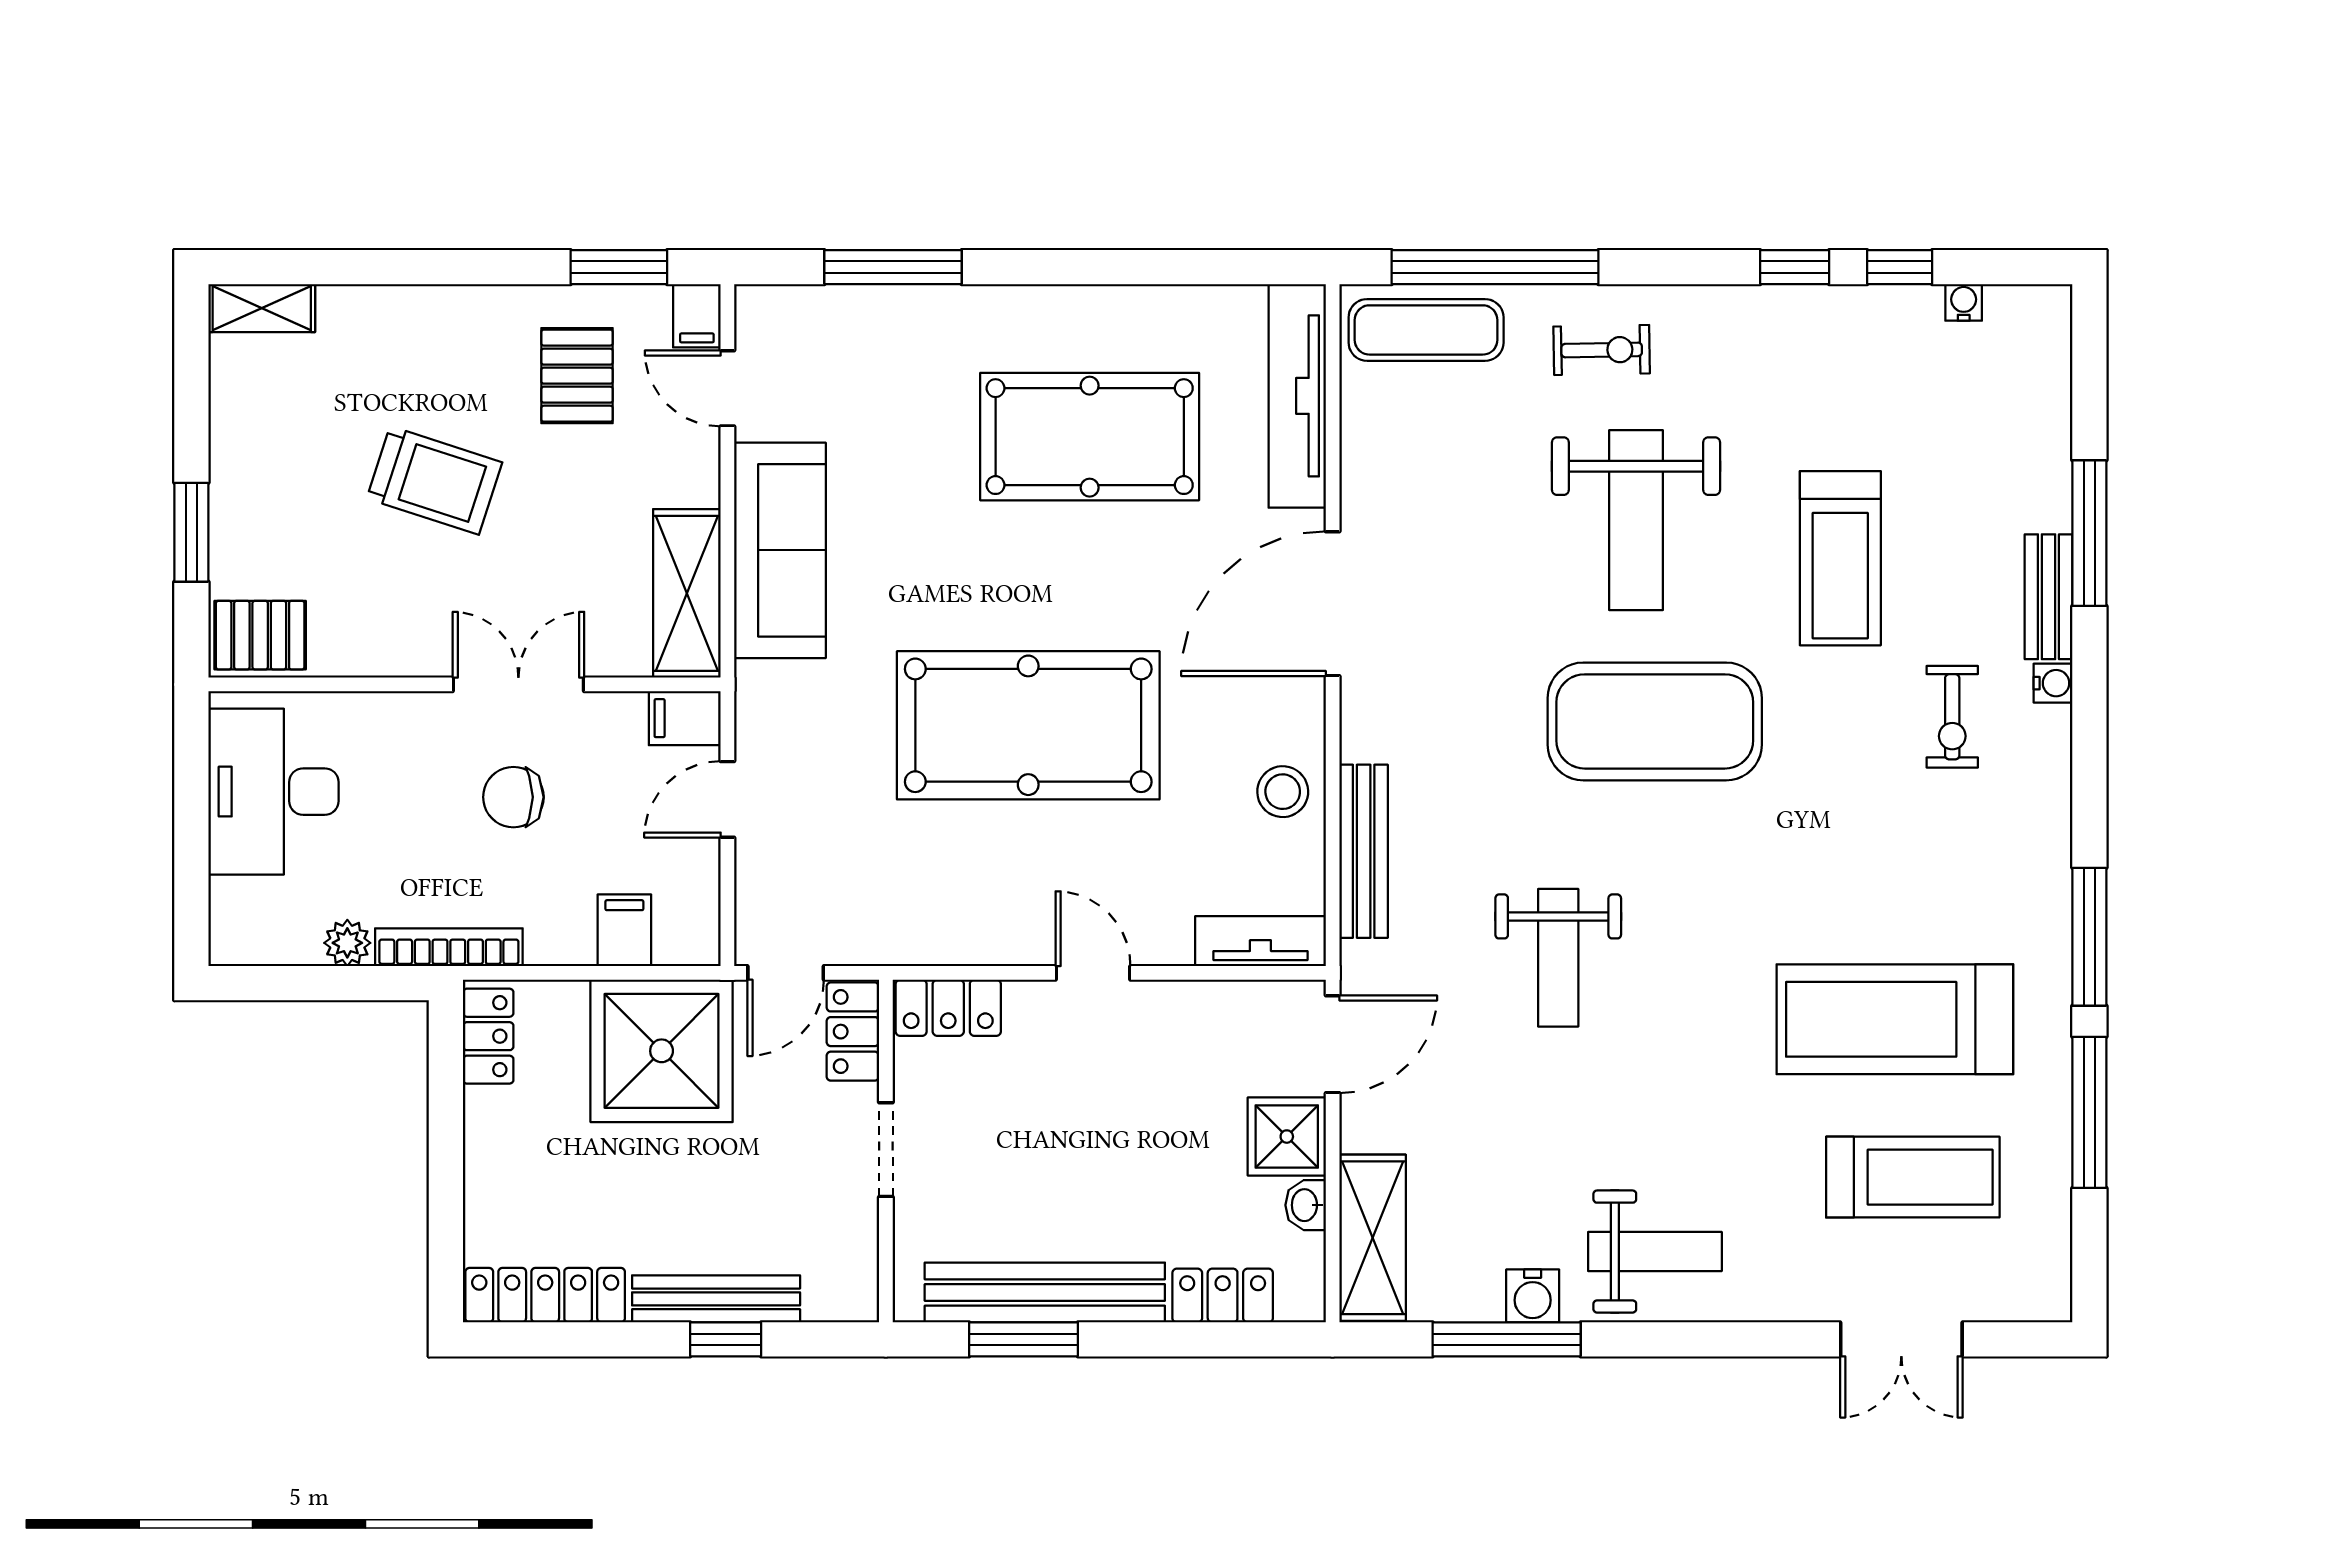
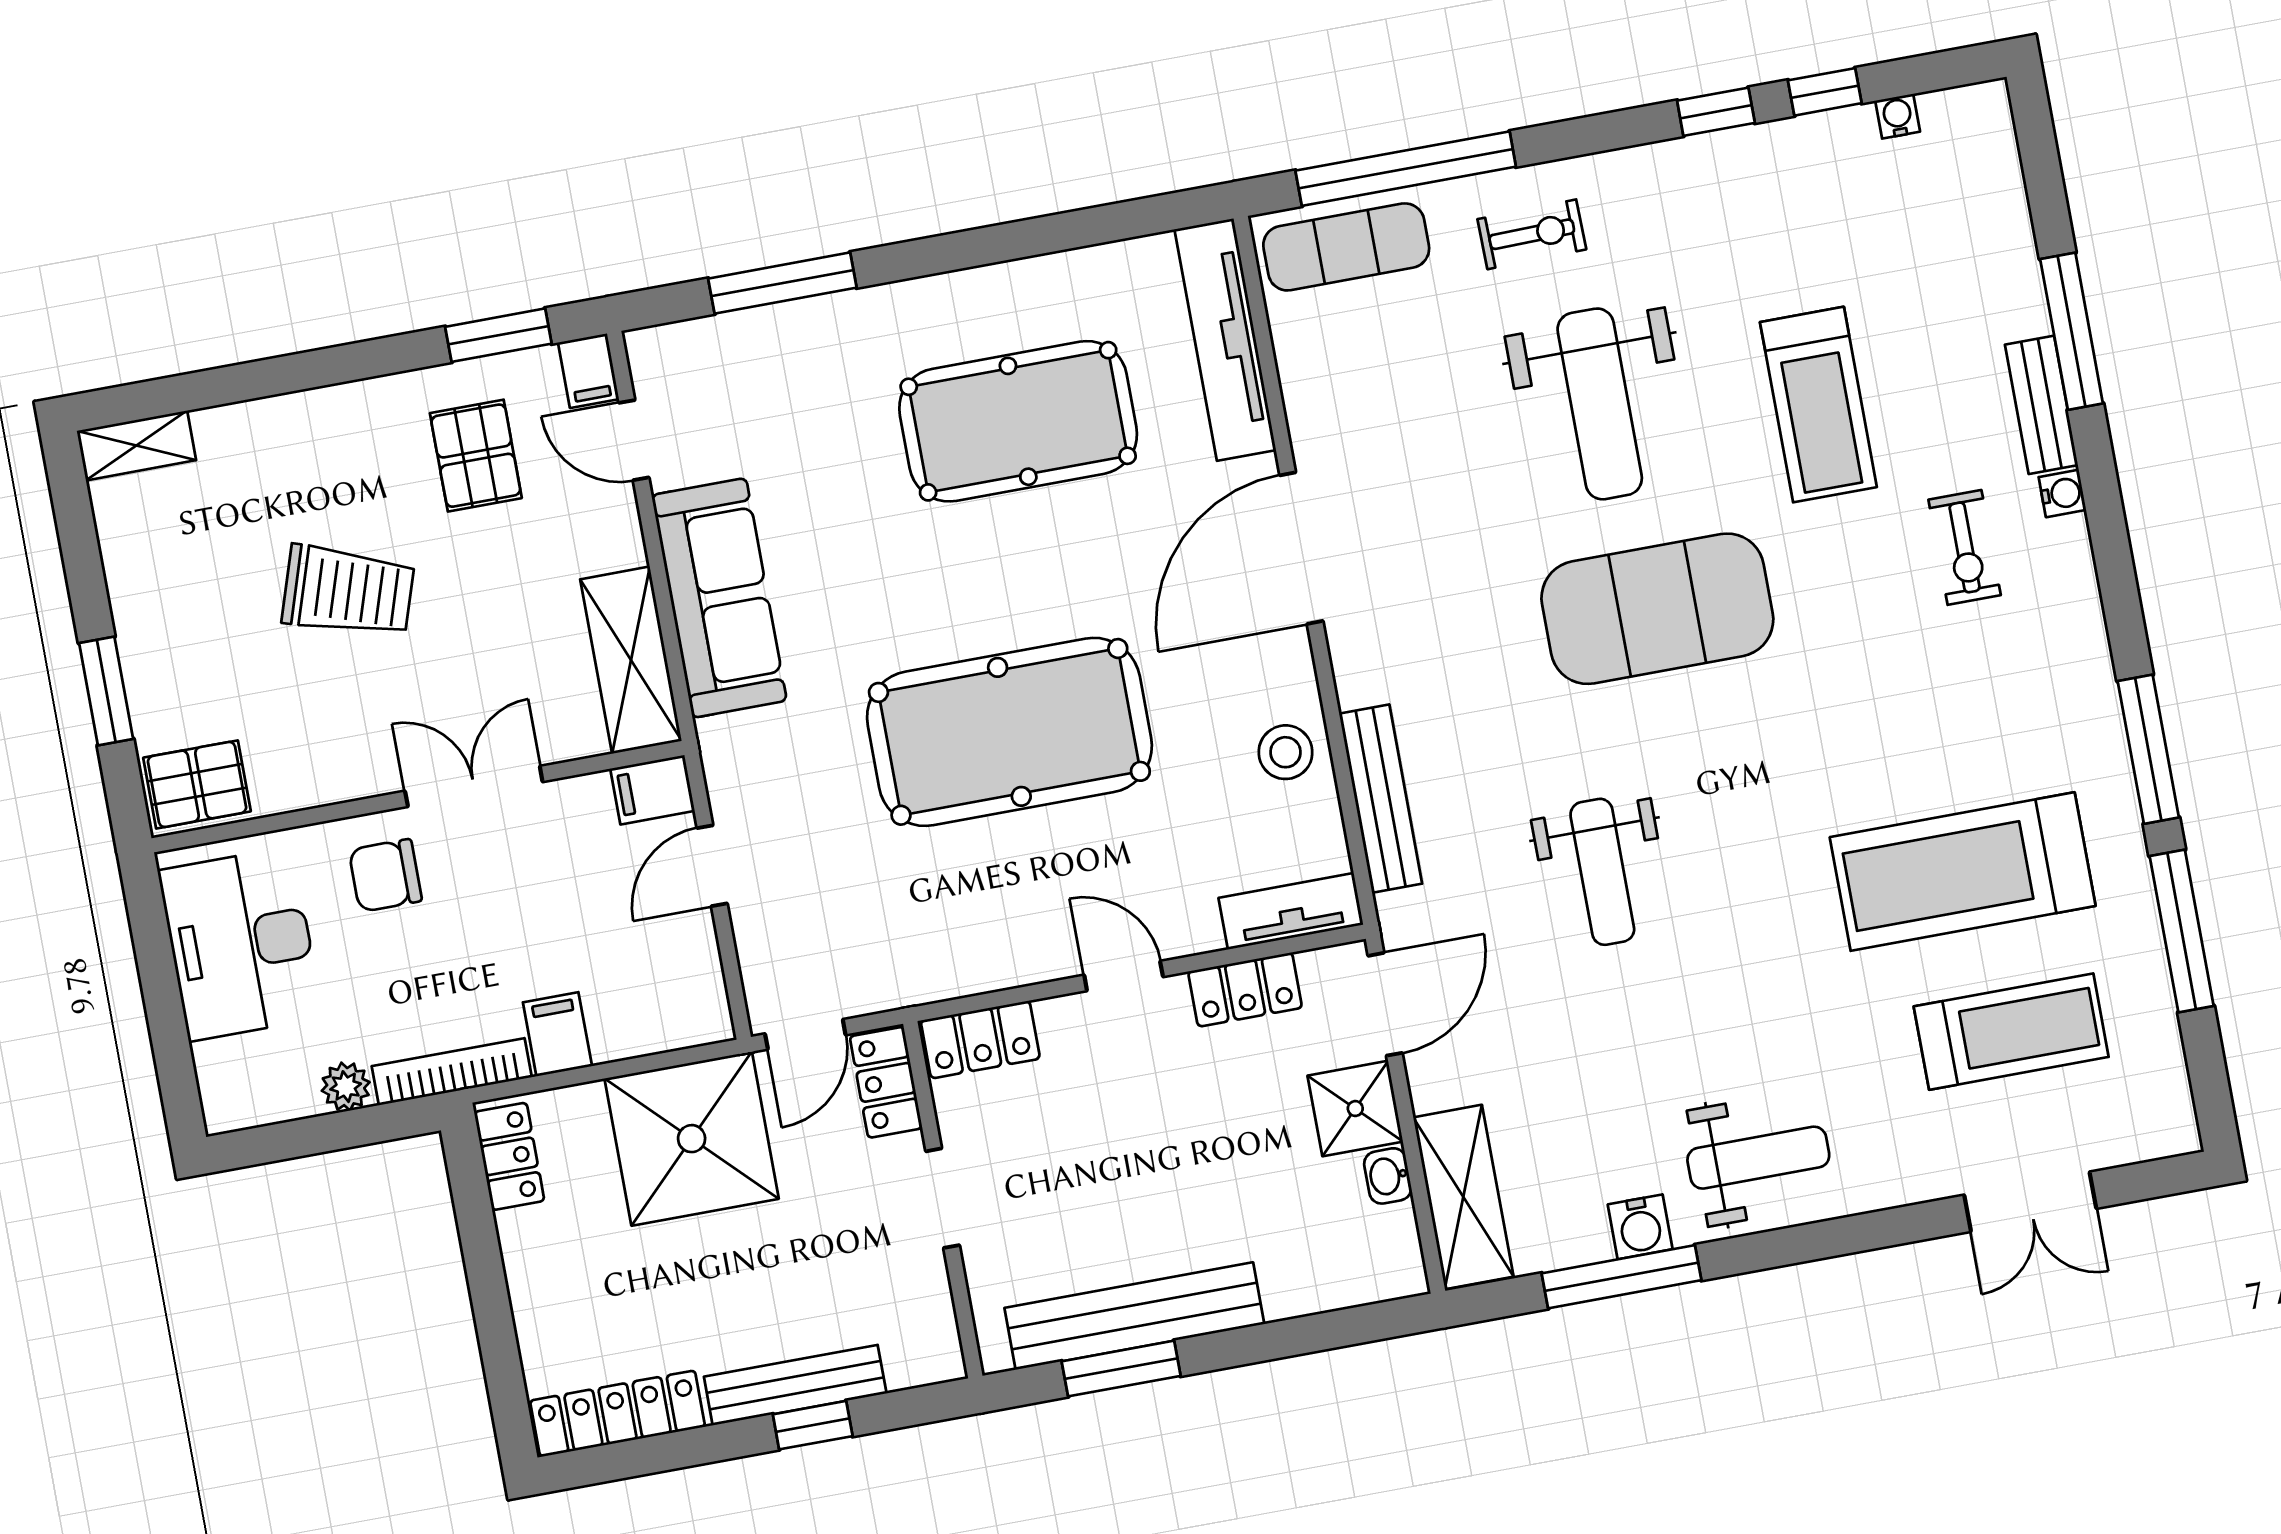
chair: (513, 797) -> (385, 875), moved
filing cabinet: (624, 930) -> (557, 1034), moved
locker: (1223, 1296) -> (1245, 990), moved, turned 180

